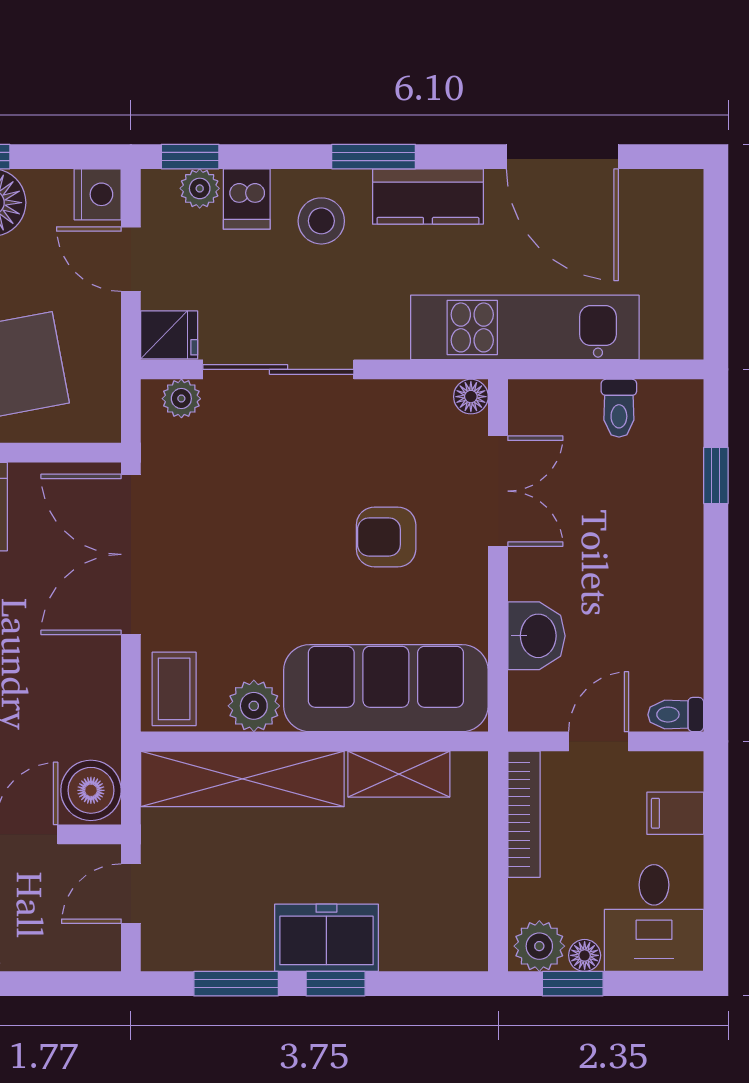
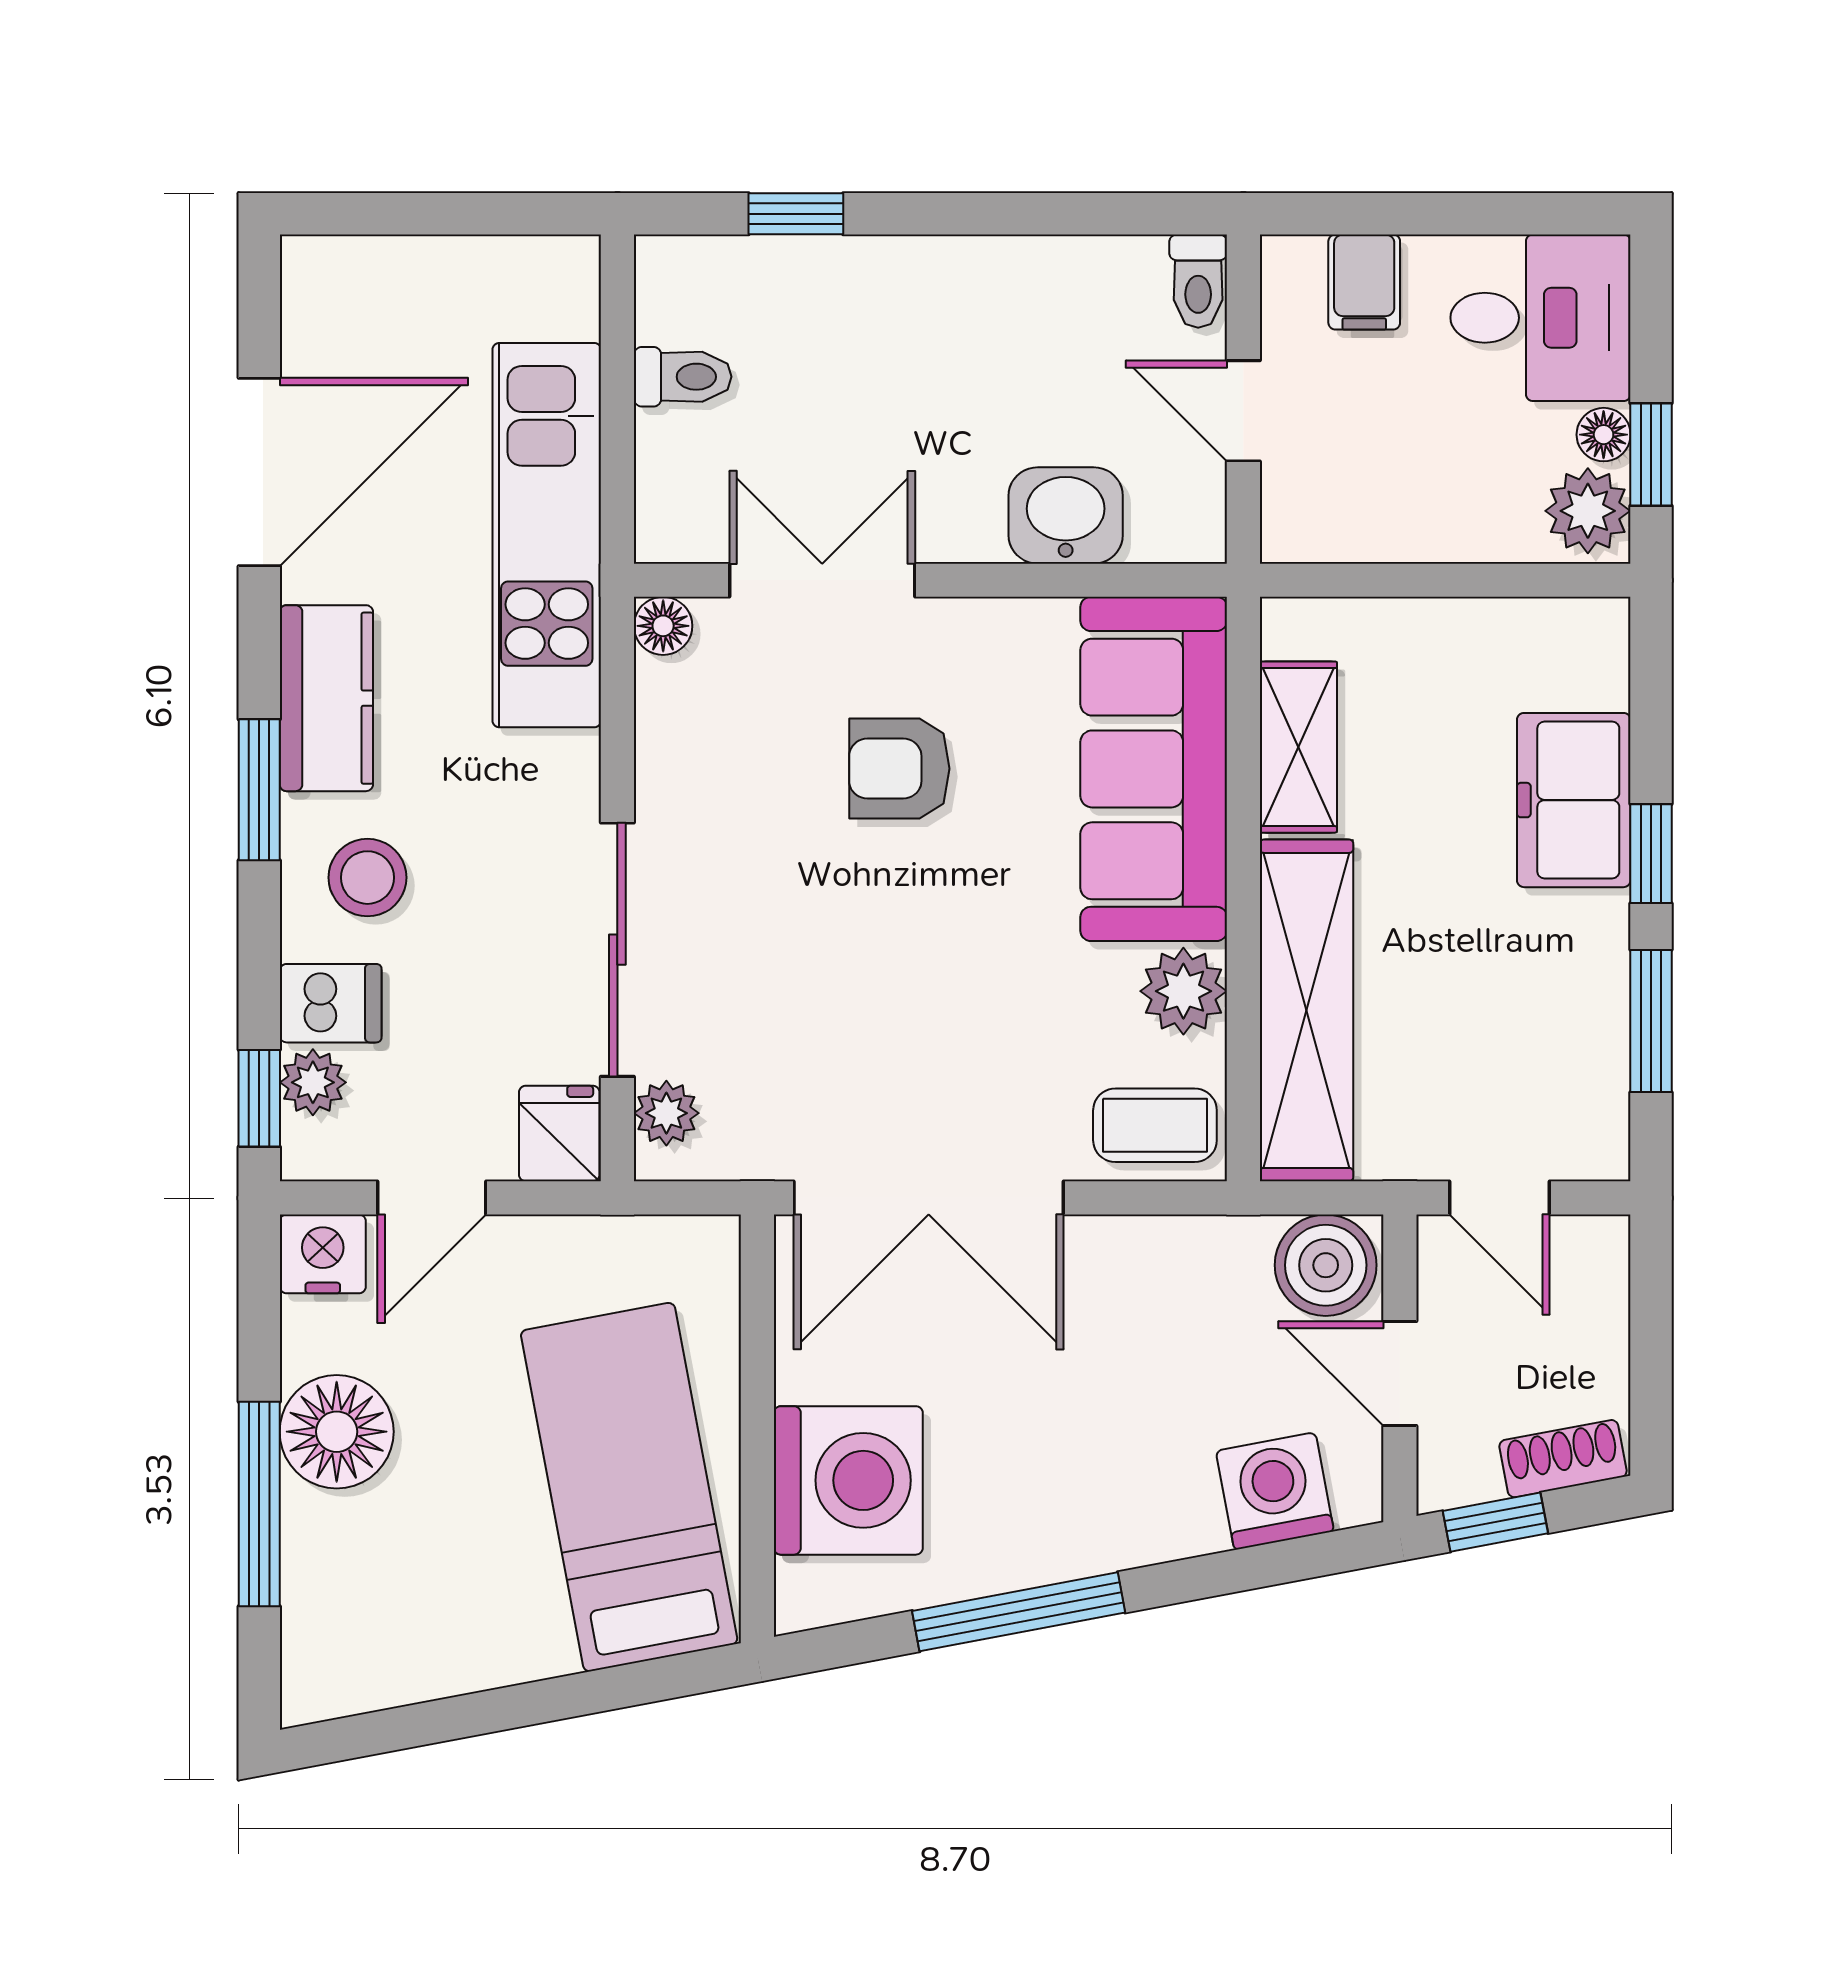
armchair: (386, 537) -> (899, 769), turned 90
bookcase: (524, 814) -> (1366, 537), removed
freezer: (326, 938) -> (1574, 800), moved

